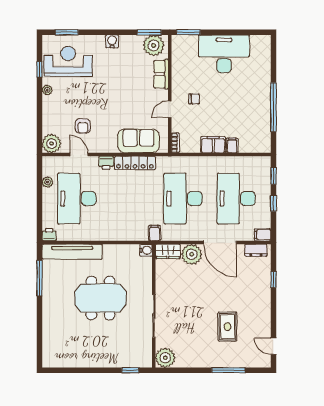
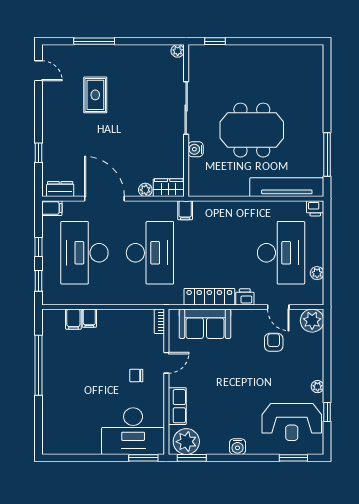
desk: (224, 54) -> (133, 431), moved
filing cabinet: (213, 145) -> (73, 319), moved, width x0.50
desk: (236, 199) -> (84, 253), turned 180
water cooler: (146, 250) -> (196, 149), moved
plant: (192, 254) -> (145, 190), width x0.53, depth x0.53
plant: (165, 358) -> (178, 51), width x0.53, depth x0.53

